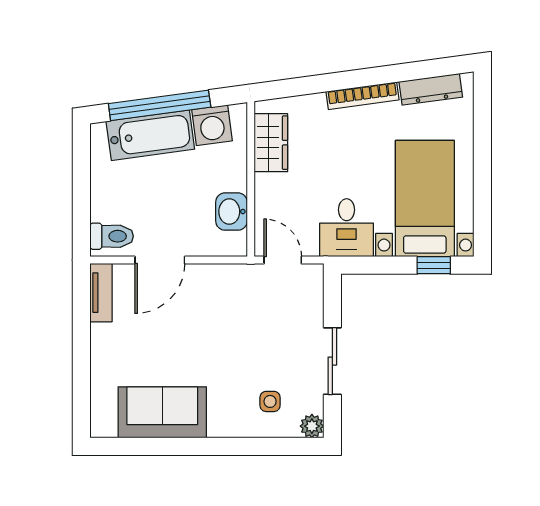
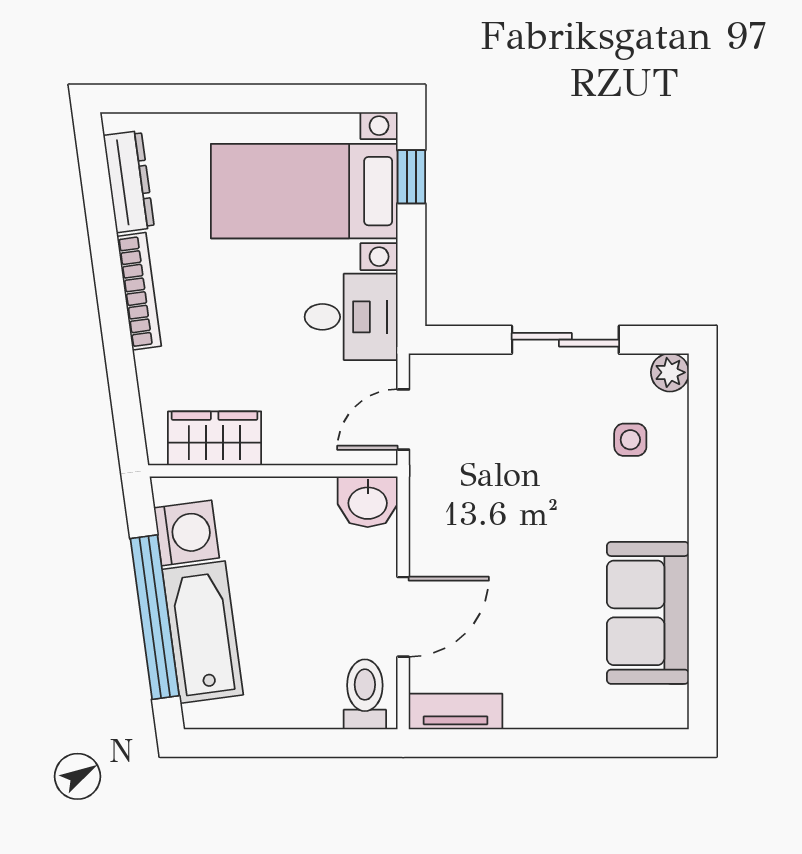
washbasin: (231, 212) -> (368, 502), moved
door: (160, 260) -> (403, 617), hinge flipped

